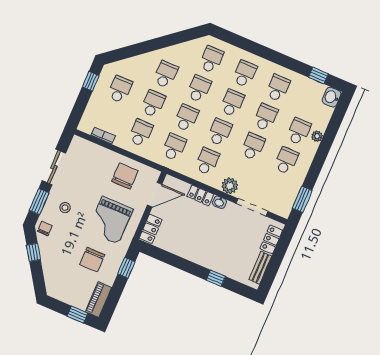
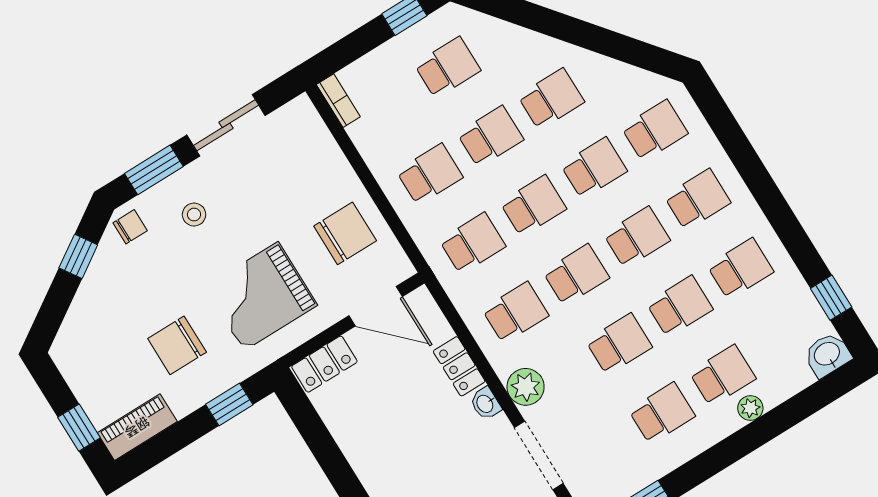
bookcase: (103, 136) -> (338, 101), moved

